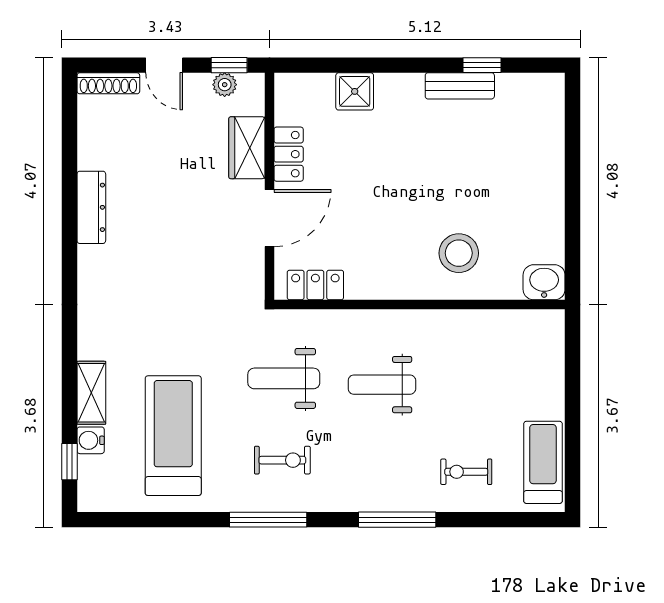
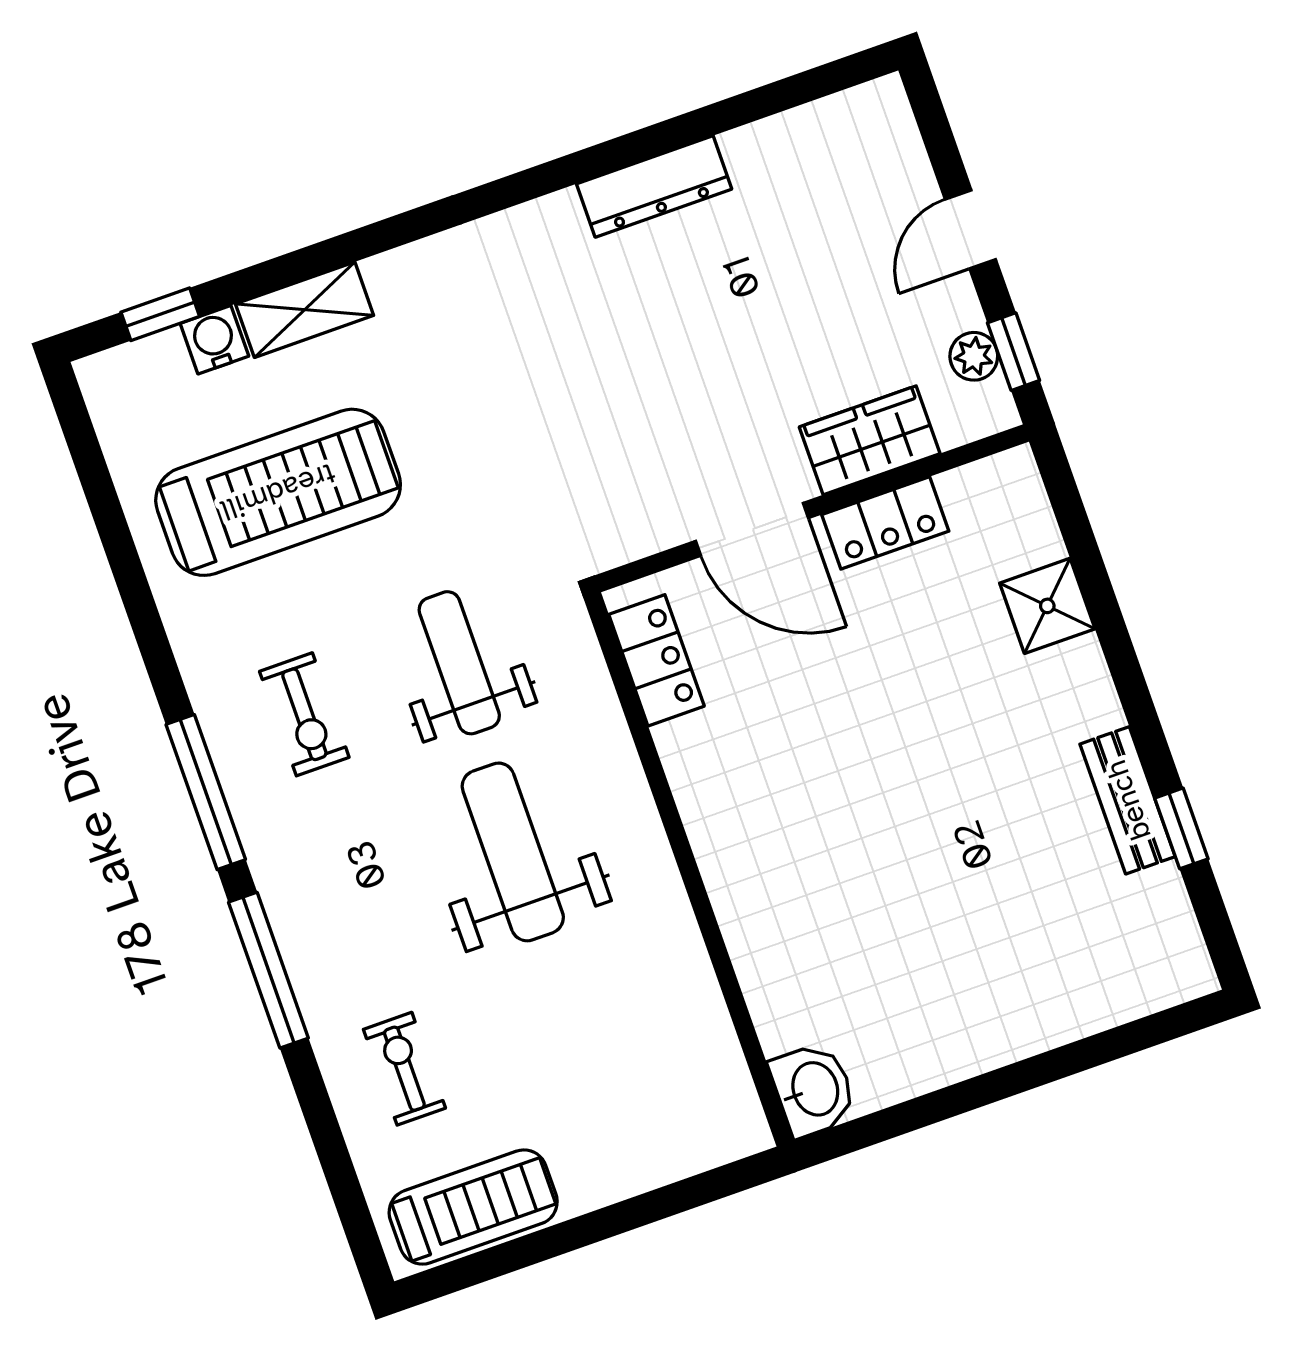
shoe rack: (108, 83) -> (899, 136), removed
stool: (459, 253) -> (812, 909), removed
weight bench: (382, 385) -> (513, 852), width x1.36, depth x1.33
window: (268, 520) -> (206, 792), moved

